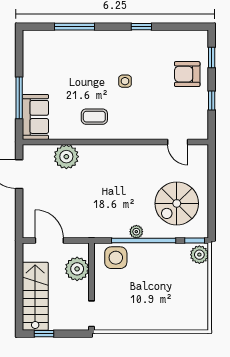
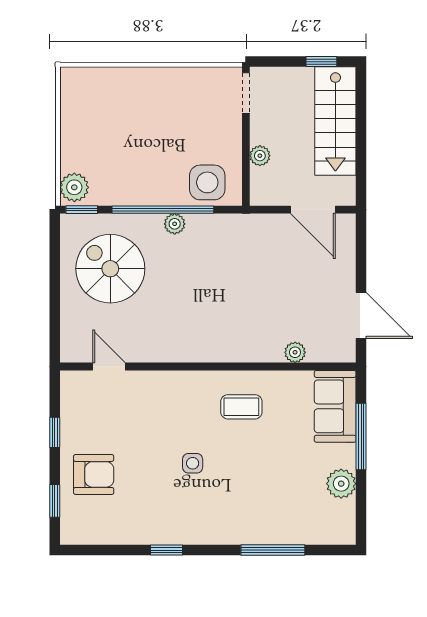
plant: (32, 68) -> (341, 484), added
plant: (66, 157) -> (295, 352), width x0.53, depth x0.53
spiral stairs: (177, 203) -> (110, 269), turned -90
plant: (77, 269) -> (260, 156), width x0.53, depth x0.53

